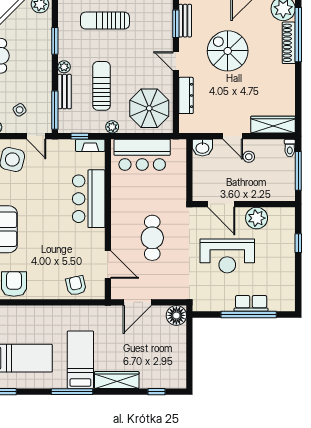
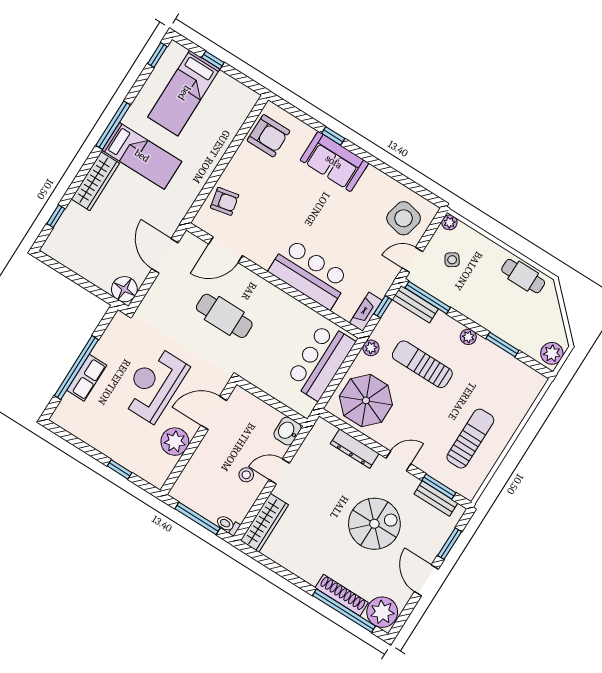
sun lounger: (105, 21) -> (470, 439), moved
sun lounger: (102, 86) -> (422, 364), turned 180
bench: (65, 92) -> (415, 304), moved

